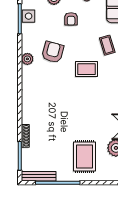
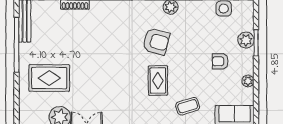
armchair: (53, 52) -> (156, 41), moved

